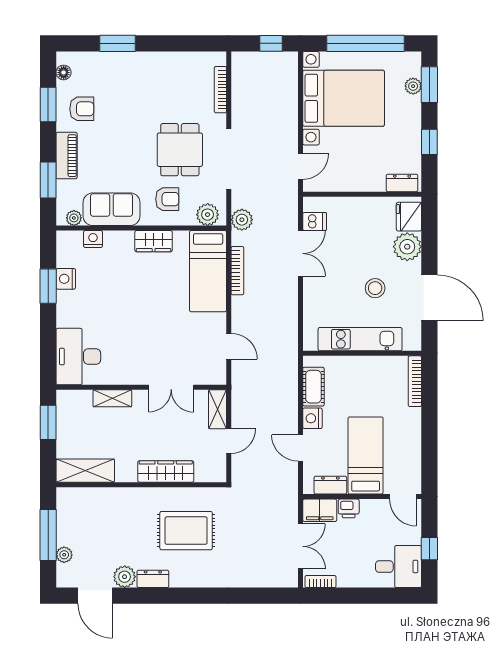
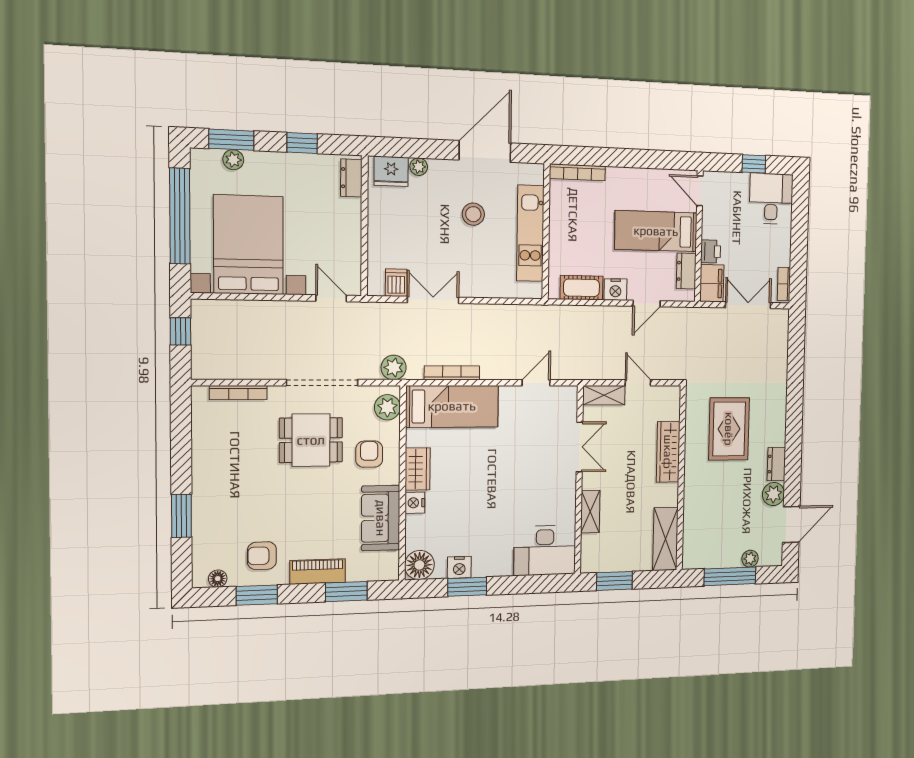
armchair: (82, 109) -> (262, 556), turned -90
plant: (74, 218) -> (390, 561), removed
nightstand: (93, 239) -> (415, 503), moved
floor lamp: (69, 243) -> (419, 565), added
plant: (407, 247) -> (419, 167), width x0.53, depth x0.53
door: (403, 497) -> (700, 191), swing flipped

